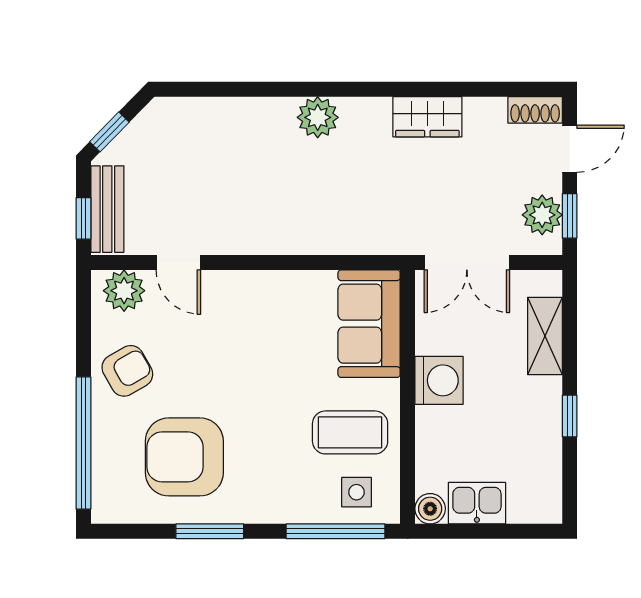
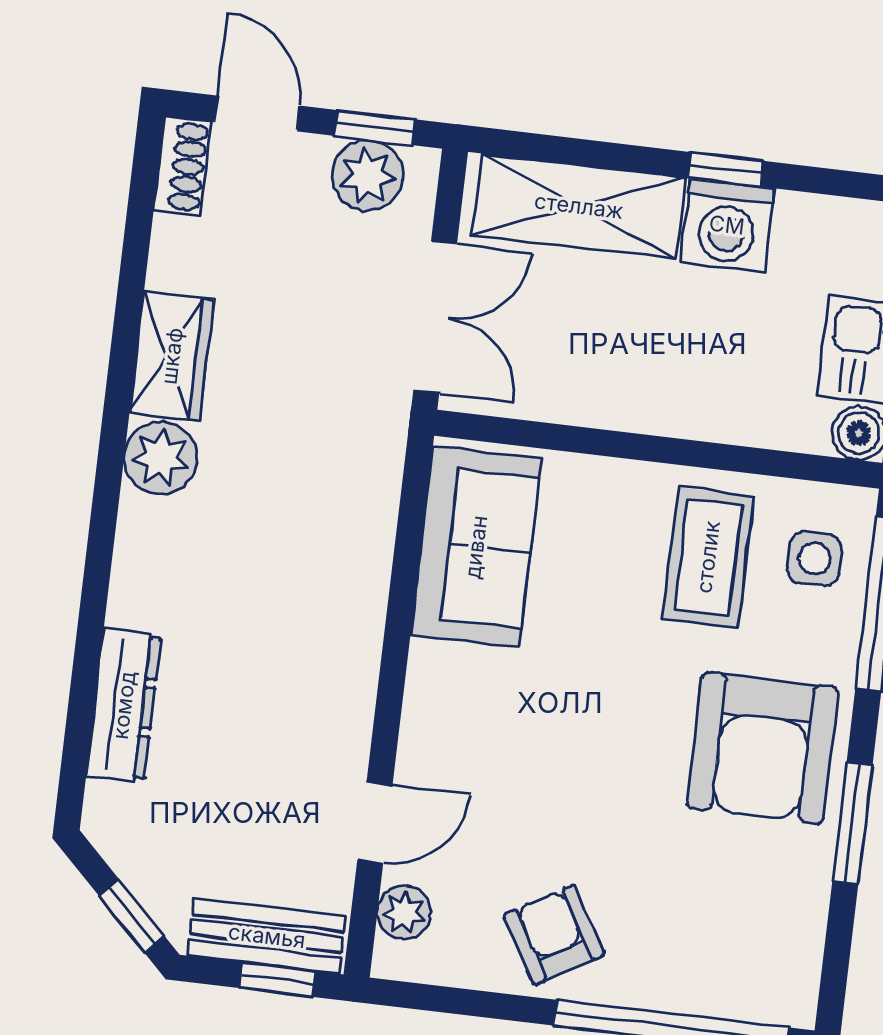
dresser: (228, 113) -> (124, 705), added
plant: (318, 117) -> (161, 458), moved
plant: (124, 291) -> (404, 913), width x0.73, depth x0.73
sofa: (369, 324) -> (476, 547), moved, turned -90
shelving: (545, 336) -> (579, 206), width x1.50, depth x1.33
washing machine: (439, 380) -> (727, 225), moved, turned 180
armchair: (184, 457) -> (763, 748), moved

